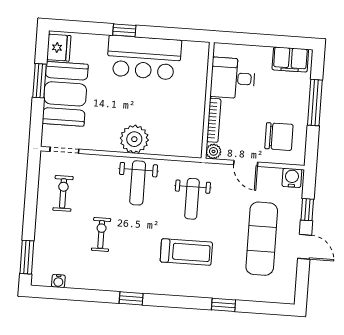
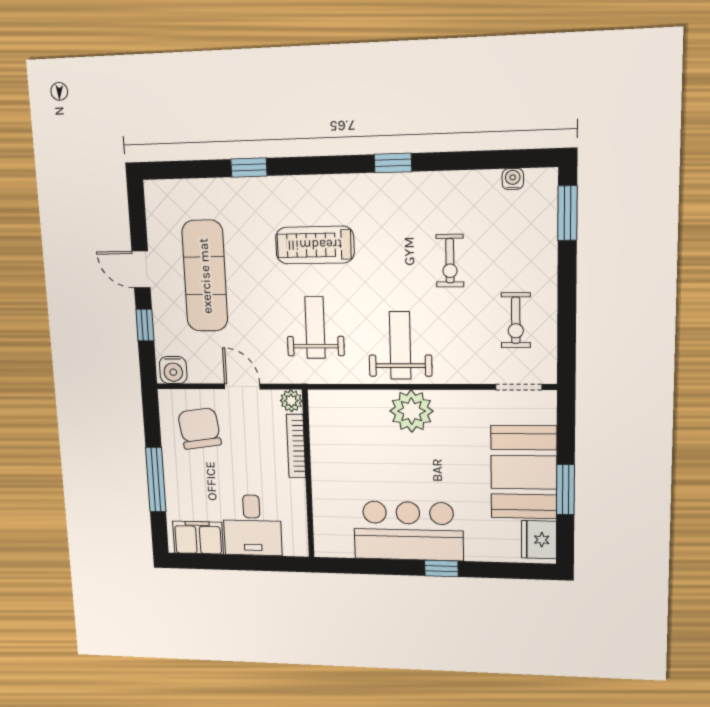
desk: (233, 78) -> (252, 525), moved, turned 90
chair: (279, 137) -> (199, 428), turned 82

